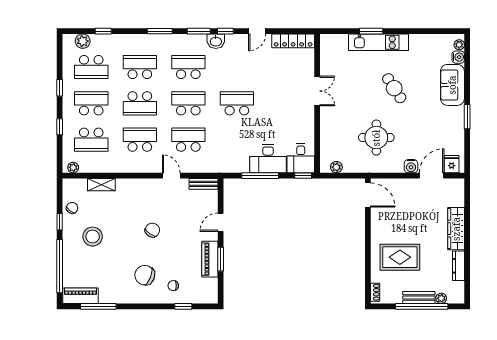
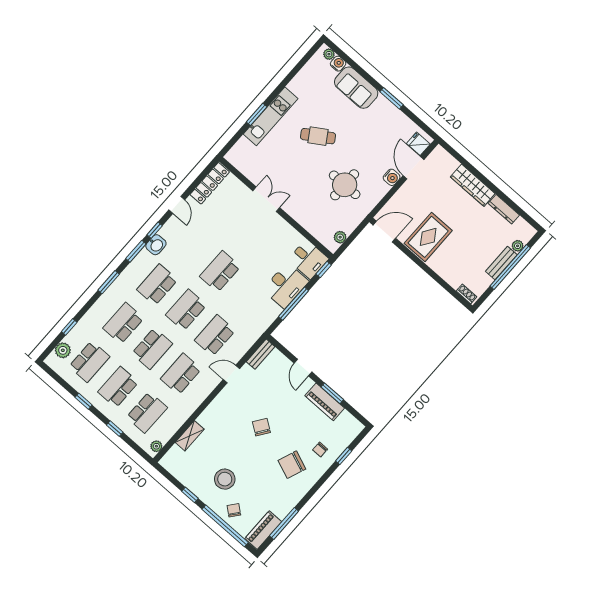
chair: (72, 208) -> (234, 510), moved
rug: (400, 257) -> (428, 237), moved

